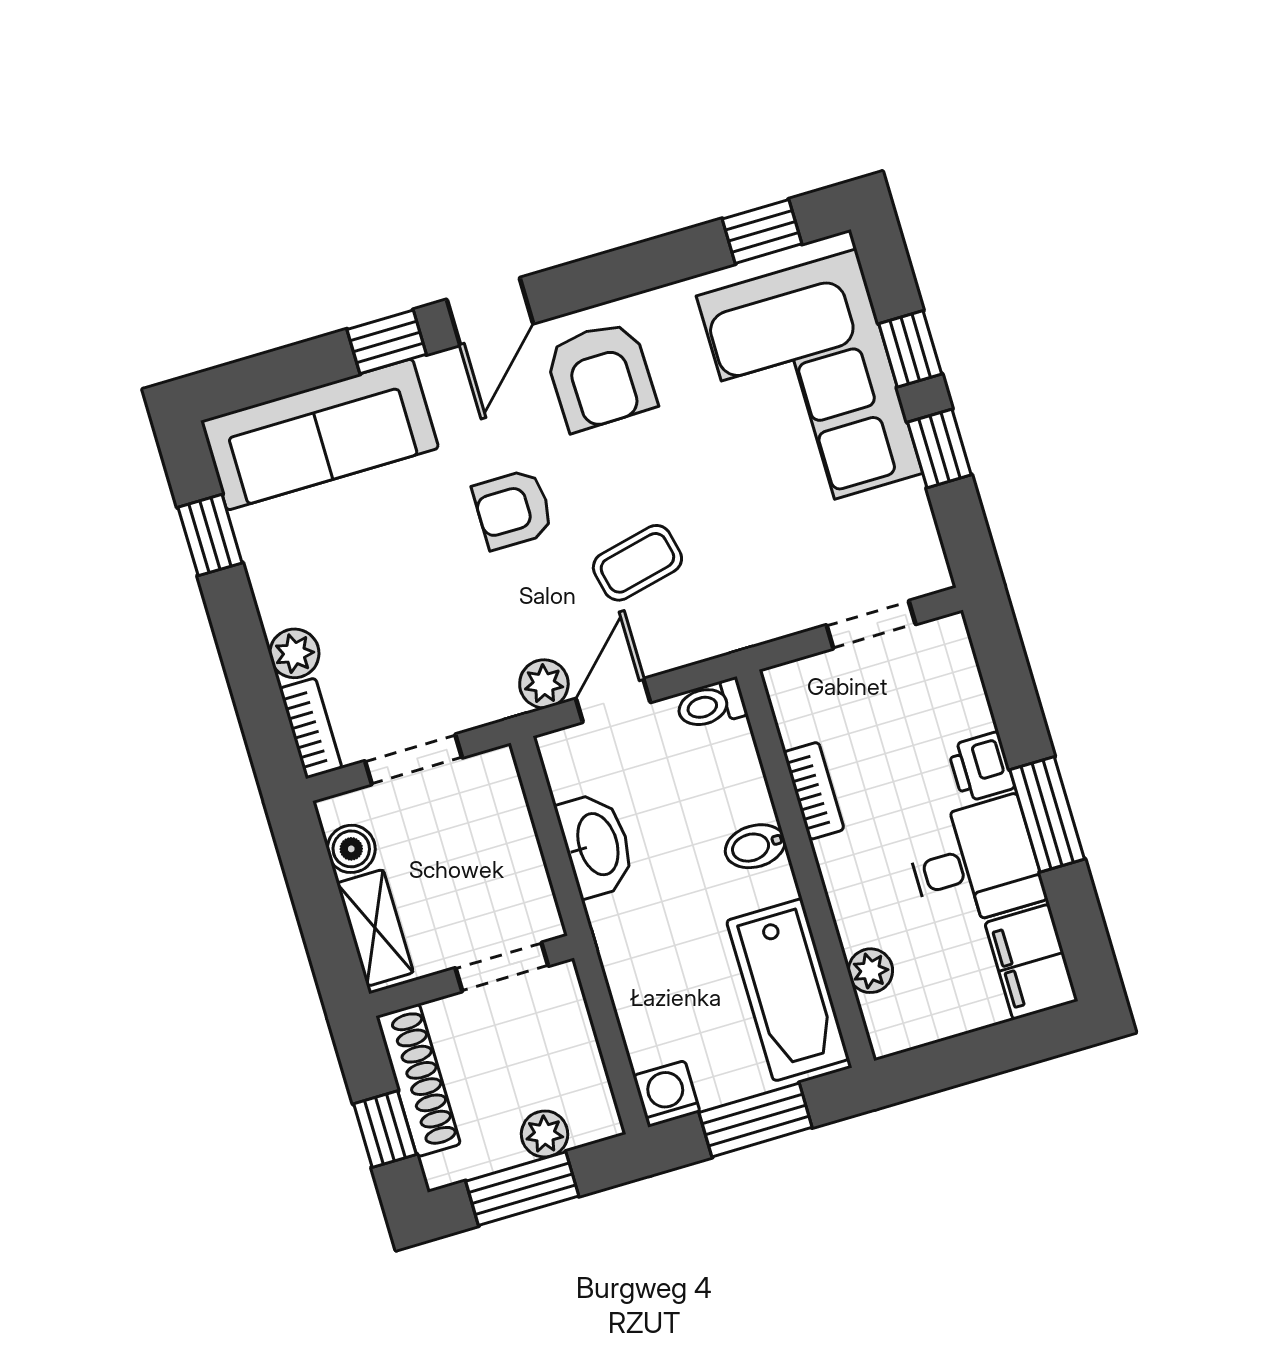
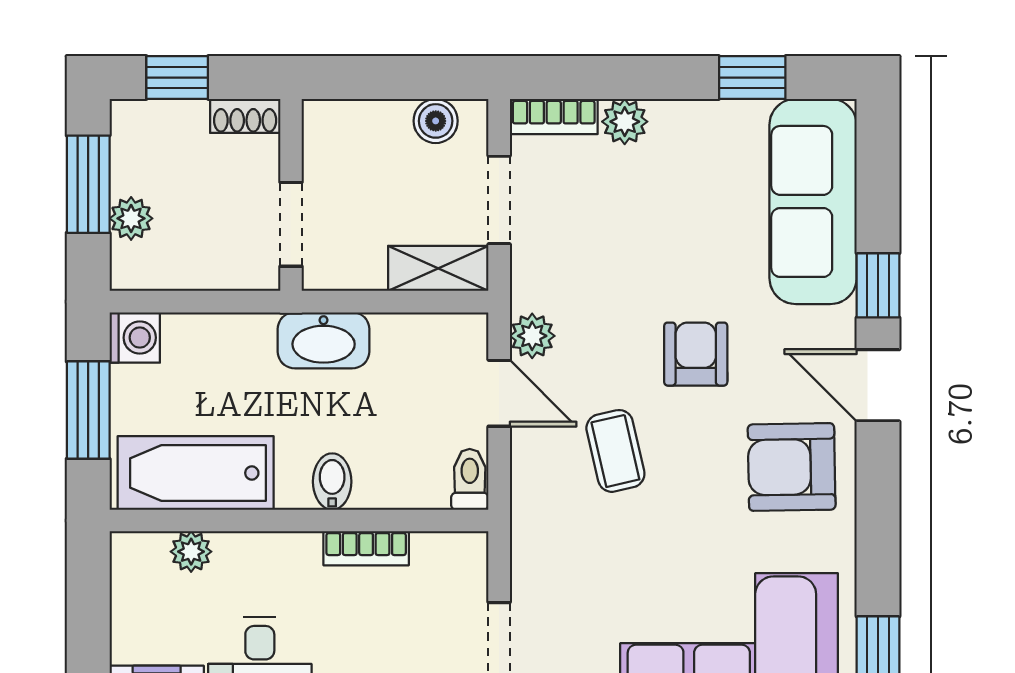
washbasin: (596, 845) -> (324, 340), moved
shelving: (375, 928) -> (438, 268), moved
shoe rack: (418, 1080) -> (245, 116), width x0.51, depth x0.81

